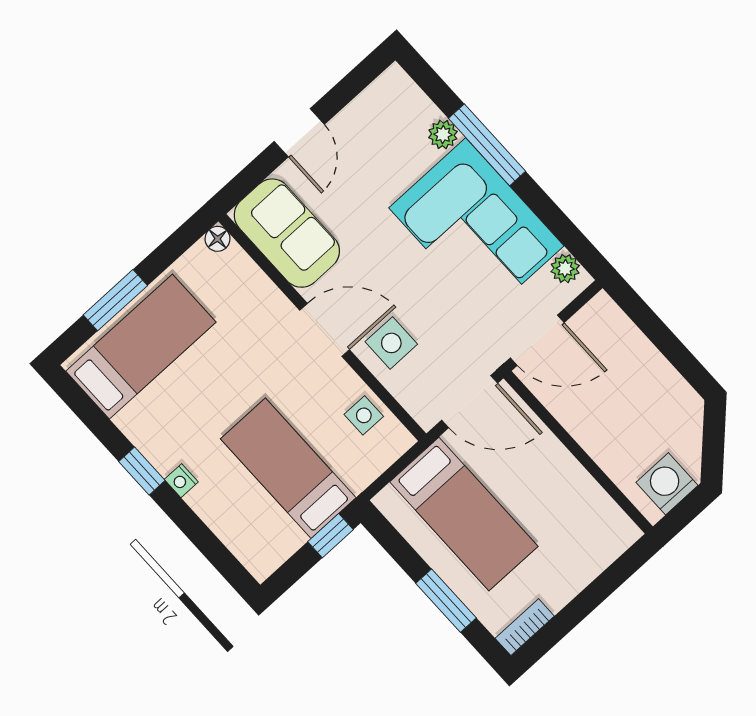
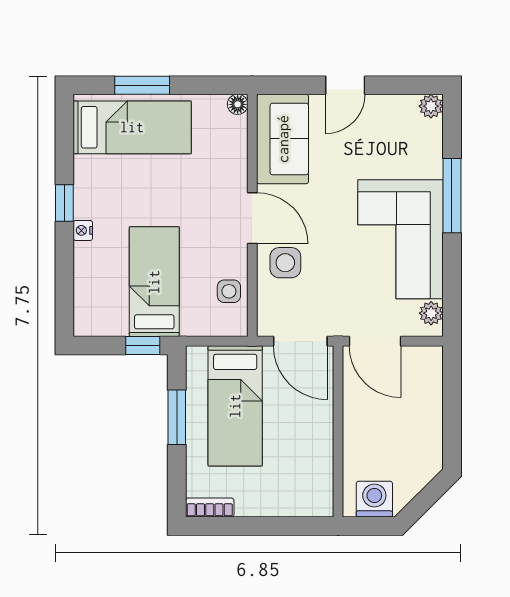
plant: (443, 134) -> (431, 106), moved
window: (446, 601) -> (177, 417), moved

